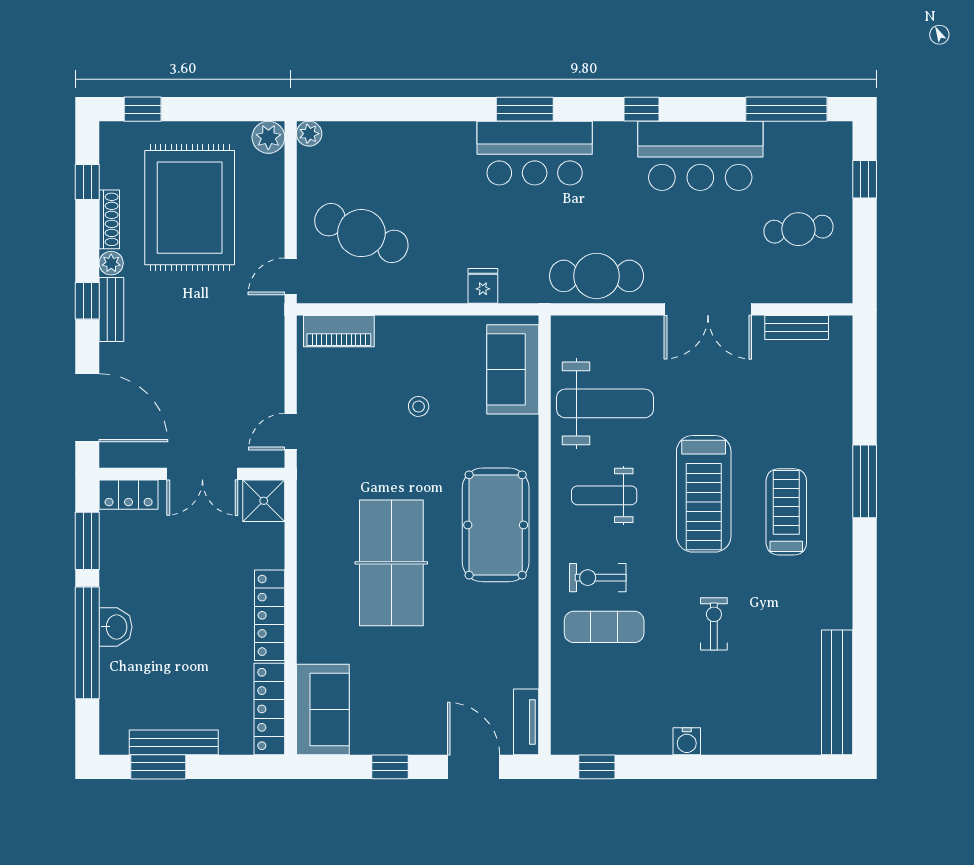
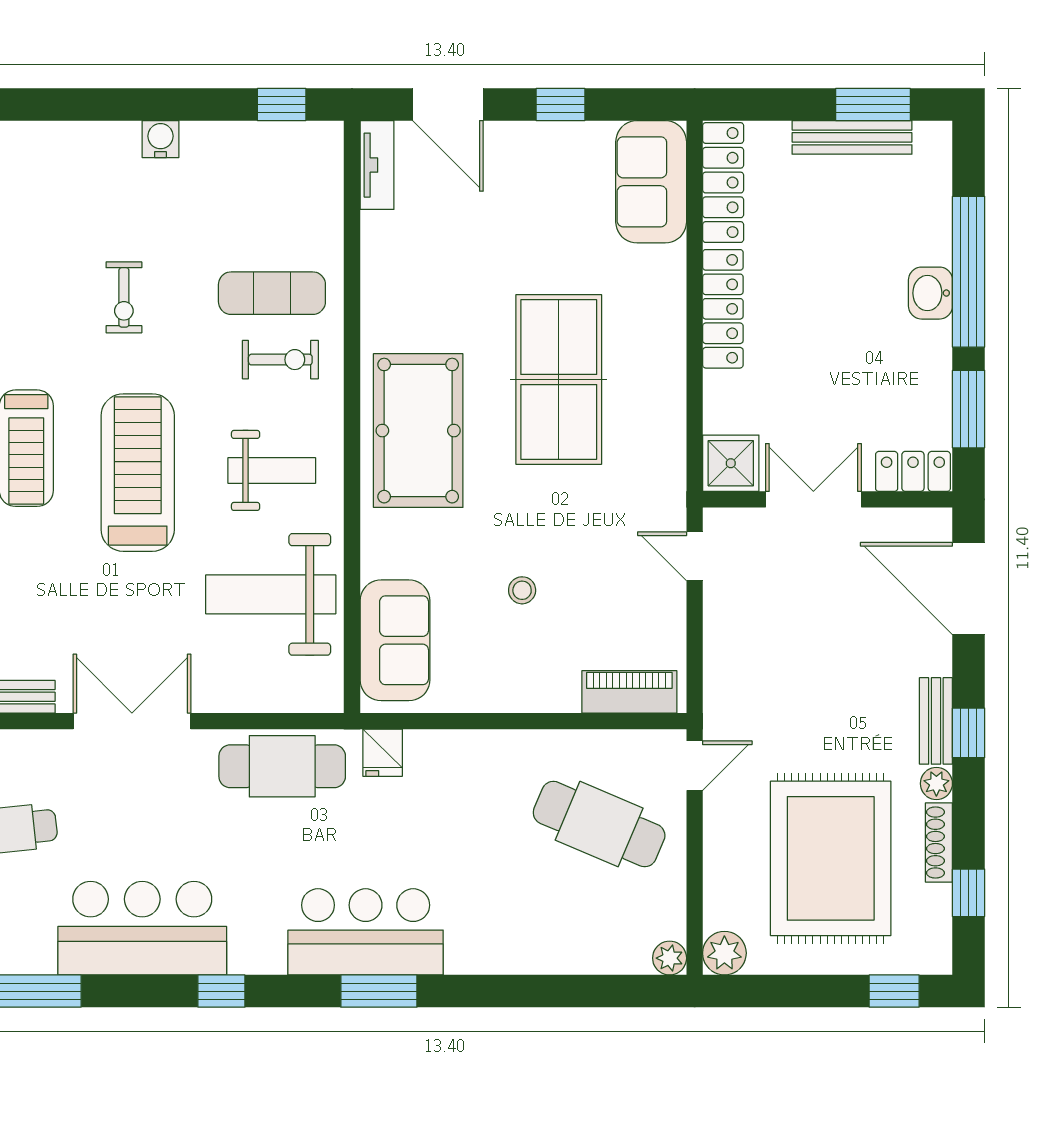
fridge: (483, 286) -> (383, 753), moved
door: (291, 432) -> (695, 556), swing flipped

